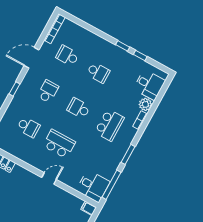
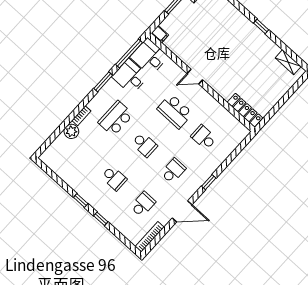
school desk: (67, 56) -> (143, 204), turned -90
window: (140, 56) -> (101, 219), moved
school desk: (98, 73) -> (114, 178), turned 180
desk: (149, 85) -> (130, 77), moved
school desk: (48, 91) -> (173, 171), turned 180

